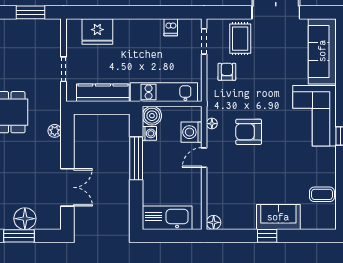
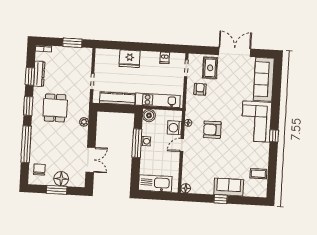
fridge: (97, 32) -> (130, 59), moved
washing machine: (149, 133) -> (146, 141), moved

